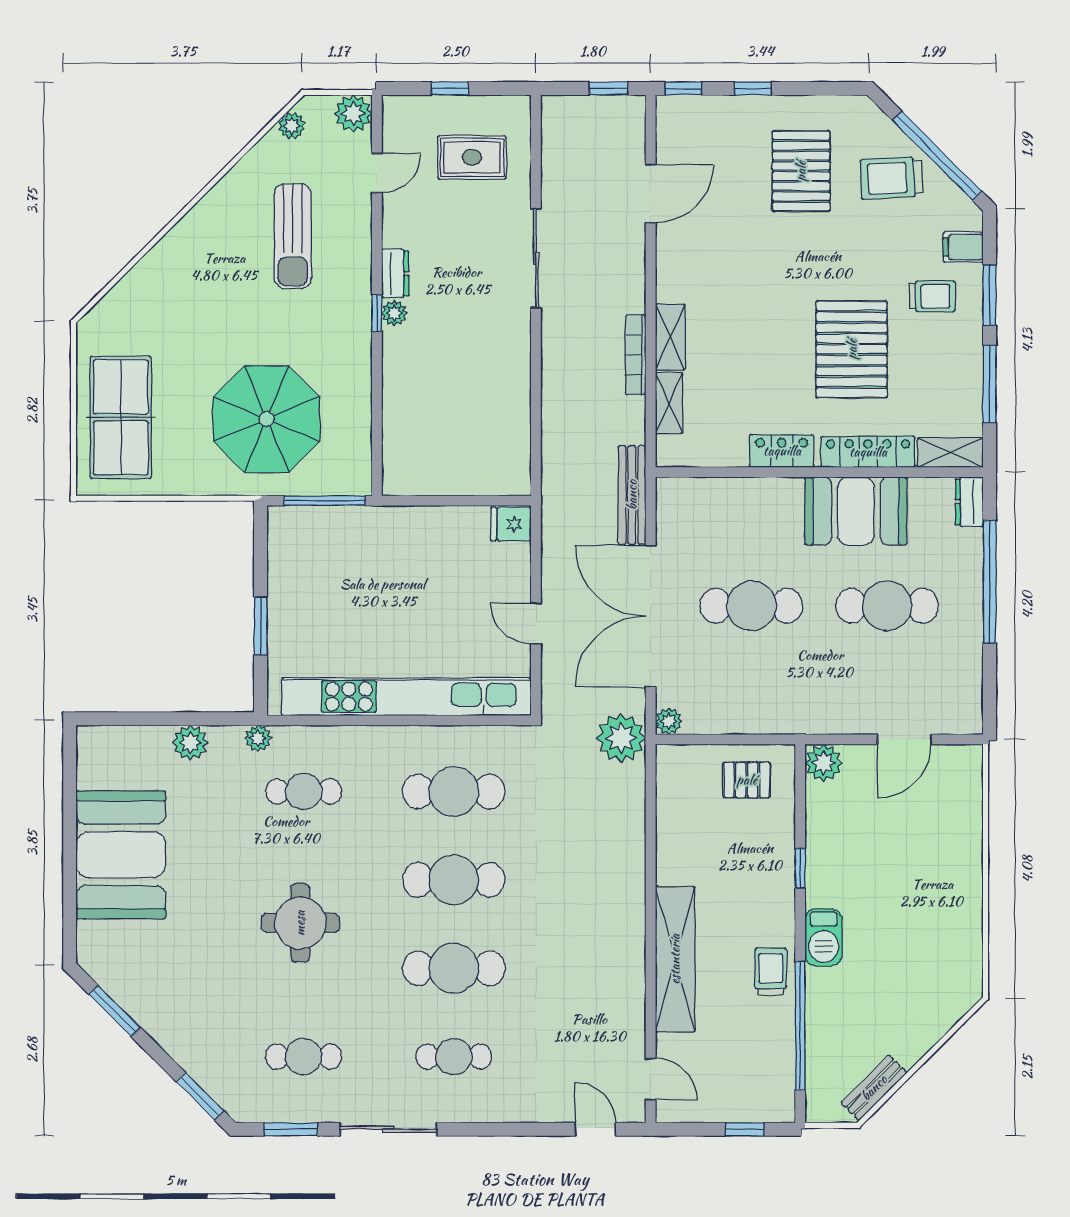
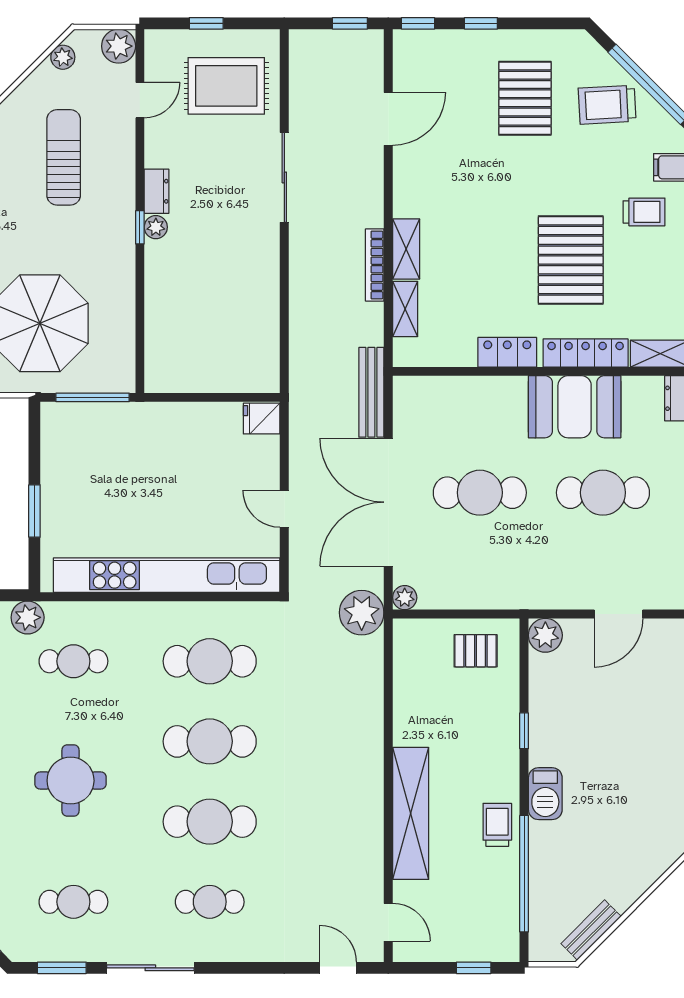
rug: (472, 157) -> (226, 86), width x1.36, depth x1.43
sun lounger: (293, 236) -> (64, 157), turned 180
plant: (258, 738) -> (28, 617), width x1.38, depth x1.38

